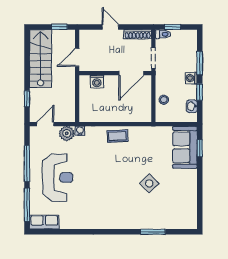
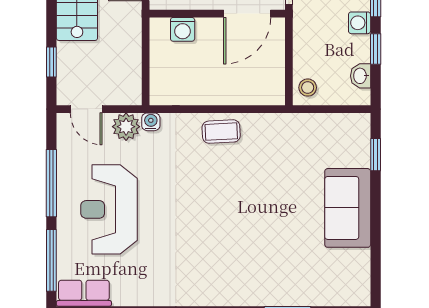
stool: (164, 100) -> (308, 88), moved
door: (45, 124) -> (86, 109), swing flipped
sofa: (185, 147) -> (348, 208), moved
reception desk: (58, 178) -> (109, 209), turned 180
side table: (149, 183) -> (281, 220), removed

